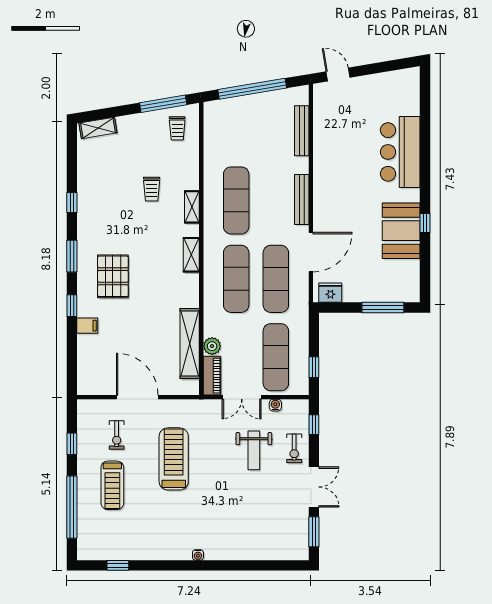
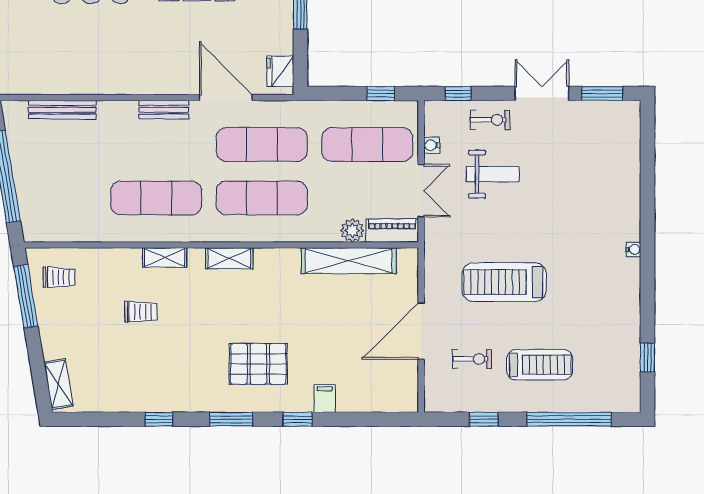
bench: (302, 199) -> (164, 110), width x0.73

